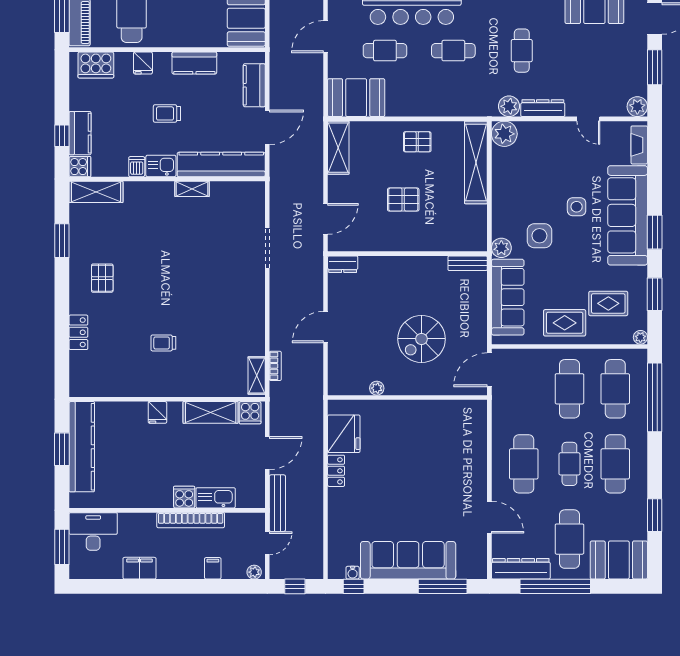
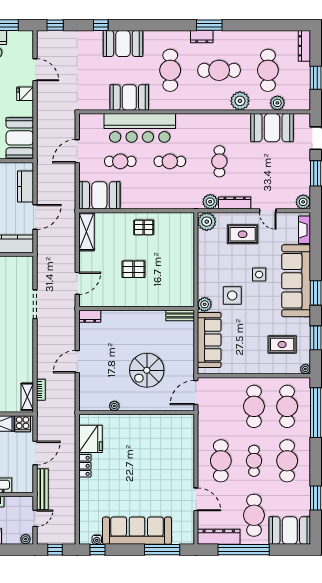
shelving: (476, 162) -> (186, 242), removed
rug: (565, 323) -> (243, 234), moved

